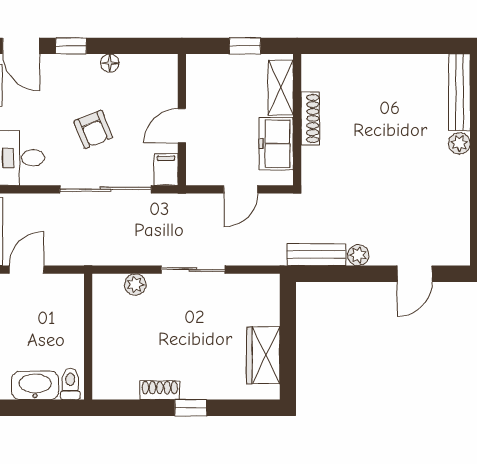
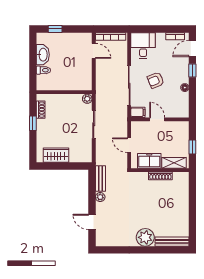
plant: (459, 143) -> (145, 237), width x1.87, depth x1.87
wall: (88, 337) -> (64, 92), moved

